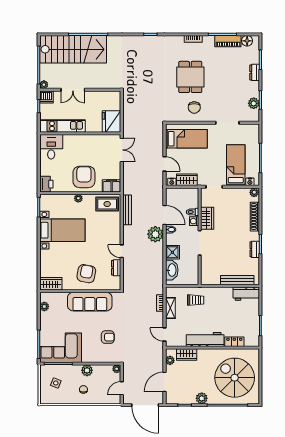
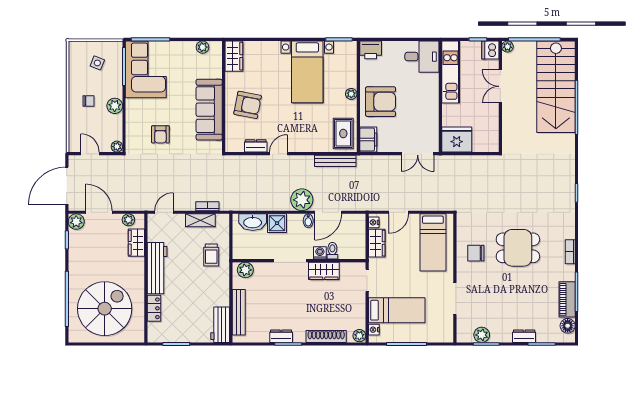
plant: (206, 275) -> (245, 270), added
plant: (202, 398) -> (76, 222), moved

